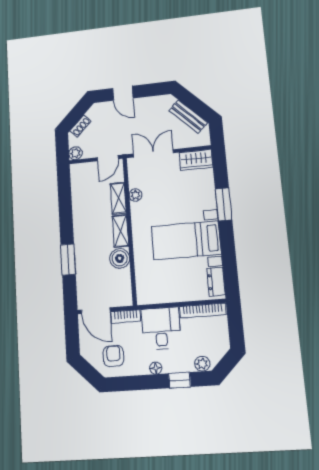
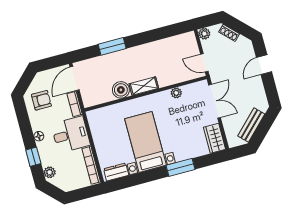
shelving: (118, 198) -> (171, 79), removed

